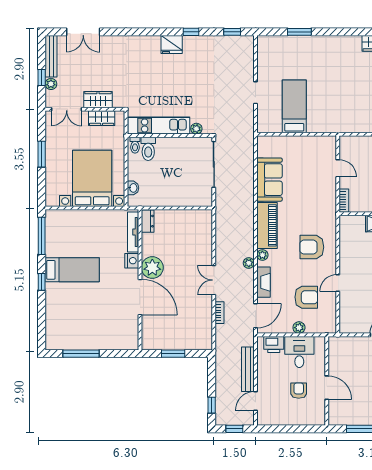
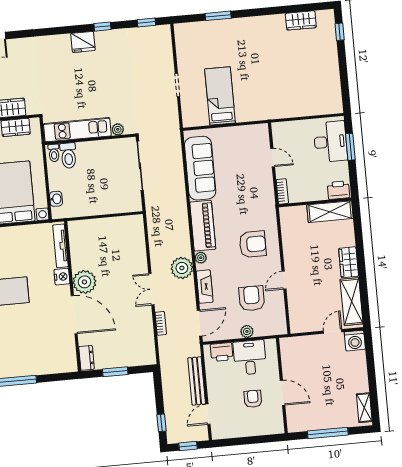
sofa: (270, 180) -> (200, 168), width x1.36
dresser: (148, 221) -> (87, 358), moved
armchair: (312, 247) -> (253, 244), turned 180
plant: (249, 263) -> (182, 268), width x1.88, depth x1.88
armchair: (306, 297) -> (252, 298), turned -90

